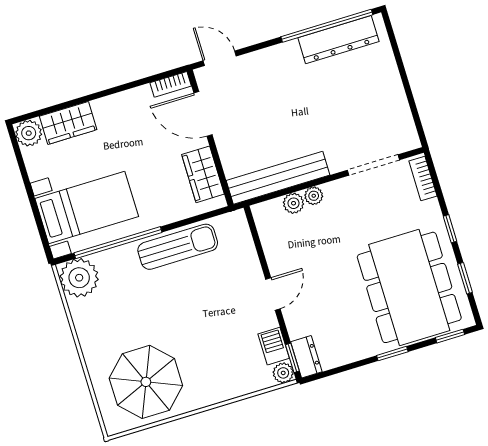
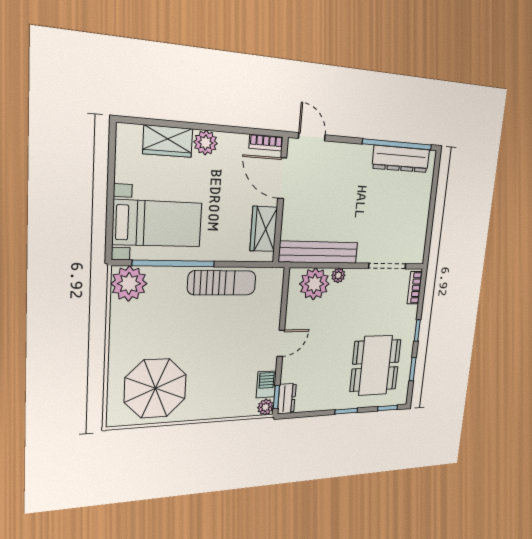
plant: (29, 133) -> (206, 143), moved
plant: (294, 203) -> (314, 284), width x1.87, depth x1.87
dining table: (409, 287) -> (376, 366), width x0.73, depth x0.80

